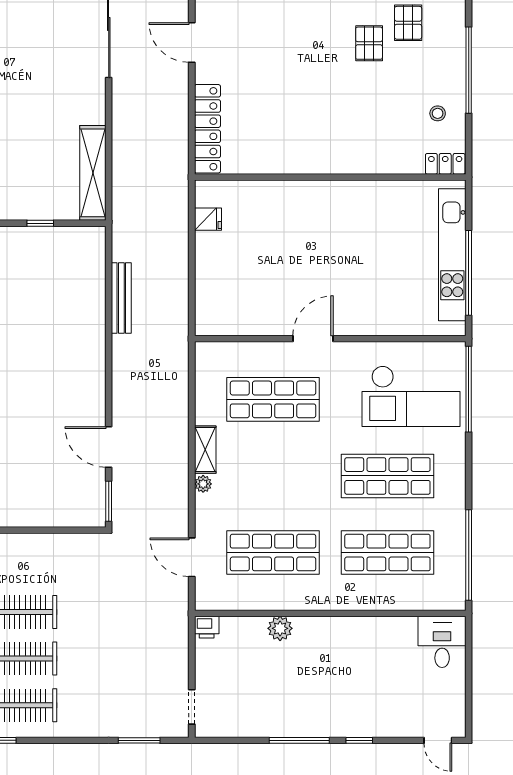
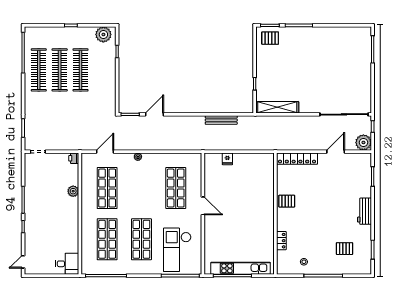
pallet: (369, 43) -> (287, 201), moved
locker: (445, 164) -> (281, 241), moved
fridge: (208, 219) -> (227, 159), moved
shelving: (205, 450) -> (153, 158), removed

